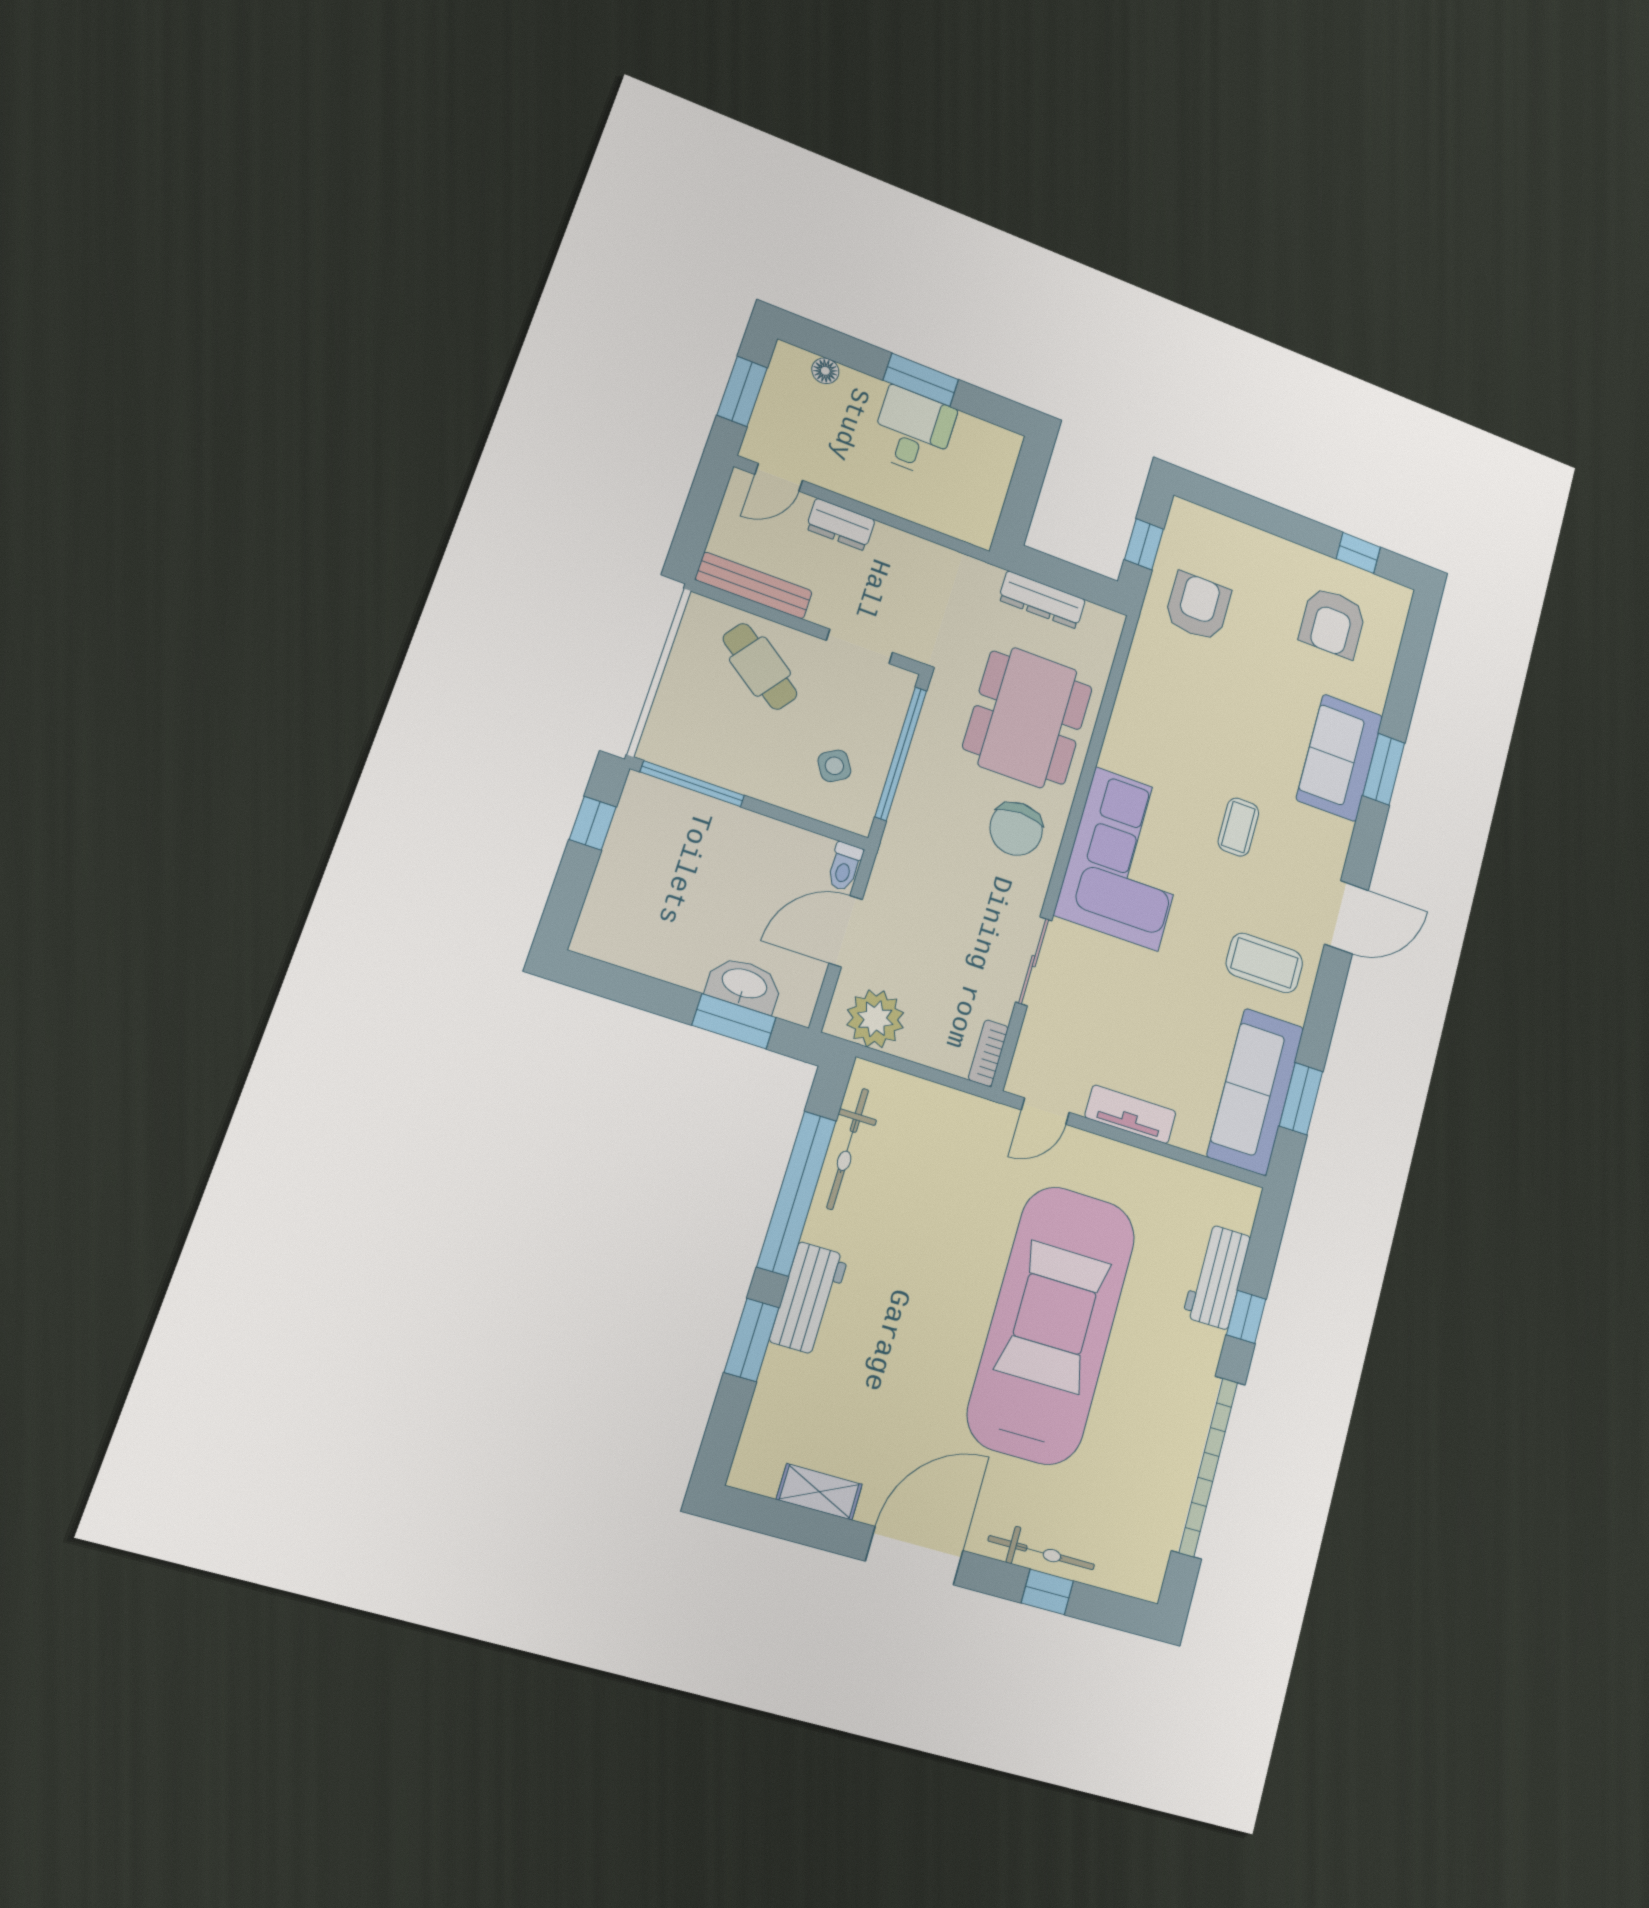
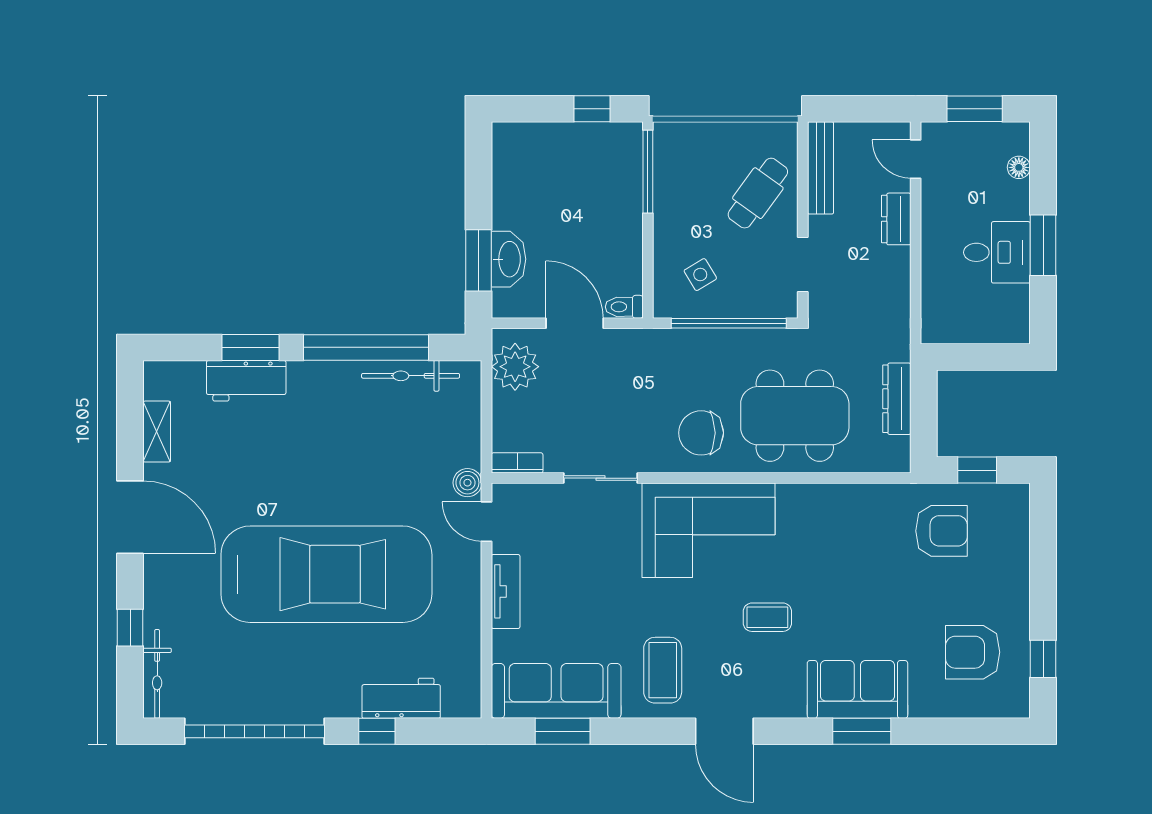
boiler: (994, 1120) -> (467, 483), added
workbench: (809, 1299) -> (246, 381), moved
bicycle: (1041, 1553) -> (157, 674), moved

